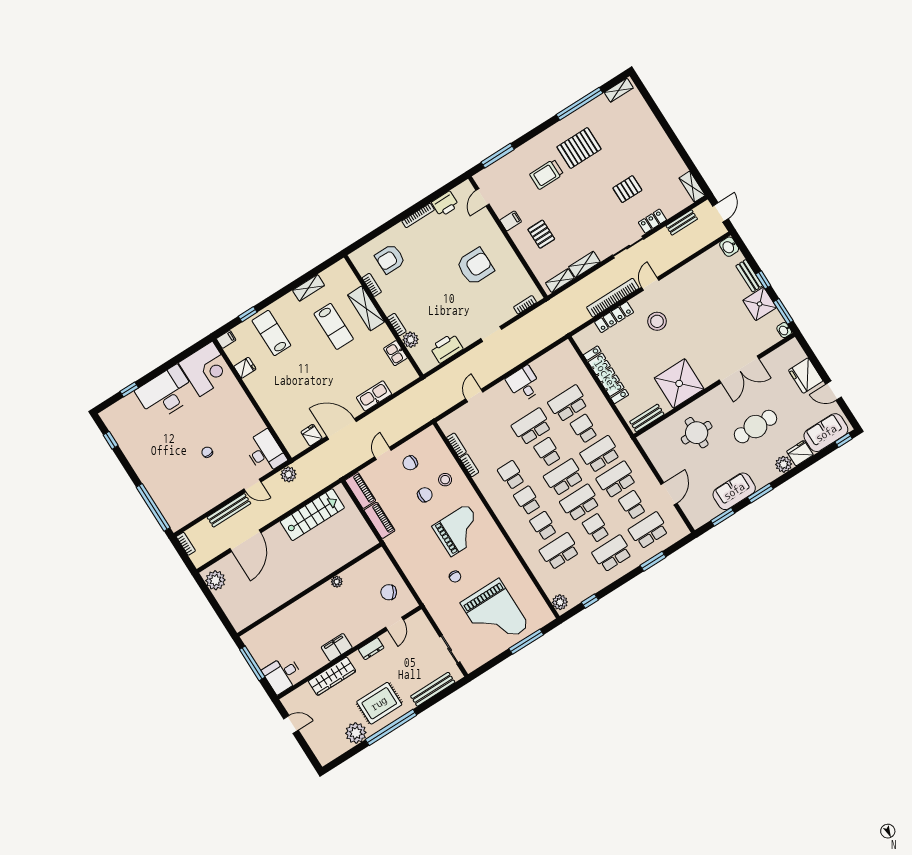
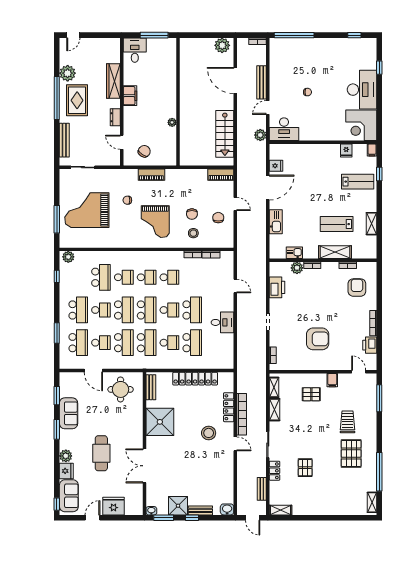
armchair: (475, 266) -> (318, 339), turned -90
round table: (697, 433) -> (121, 389), moved
piano: (379, 520) -> (151, 175), moved
door: (291, 724) -> (73, 35), moved

